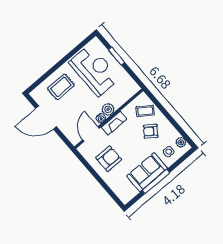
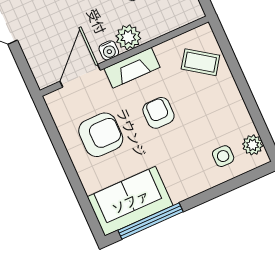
armchair: (151, 131) -> (158, 113), moved, turned 53
sofa: (147, 172) -> (130, 201), moved
window: (156, 181) -> (150, 221), moved

